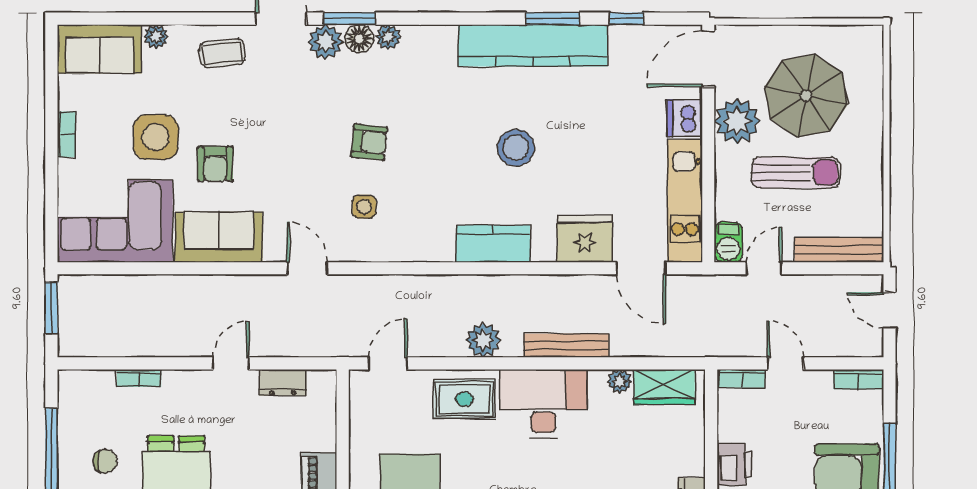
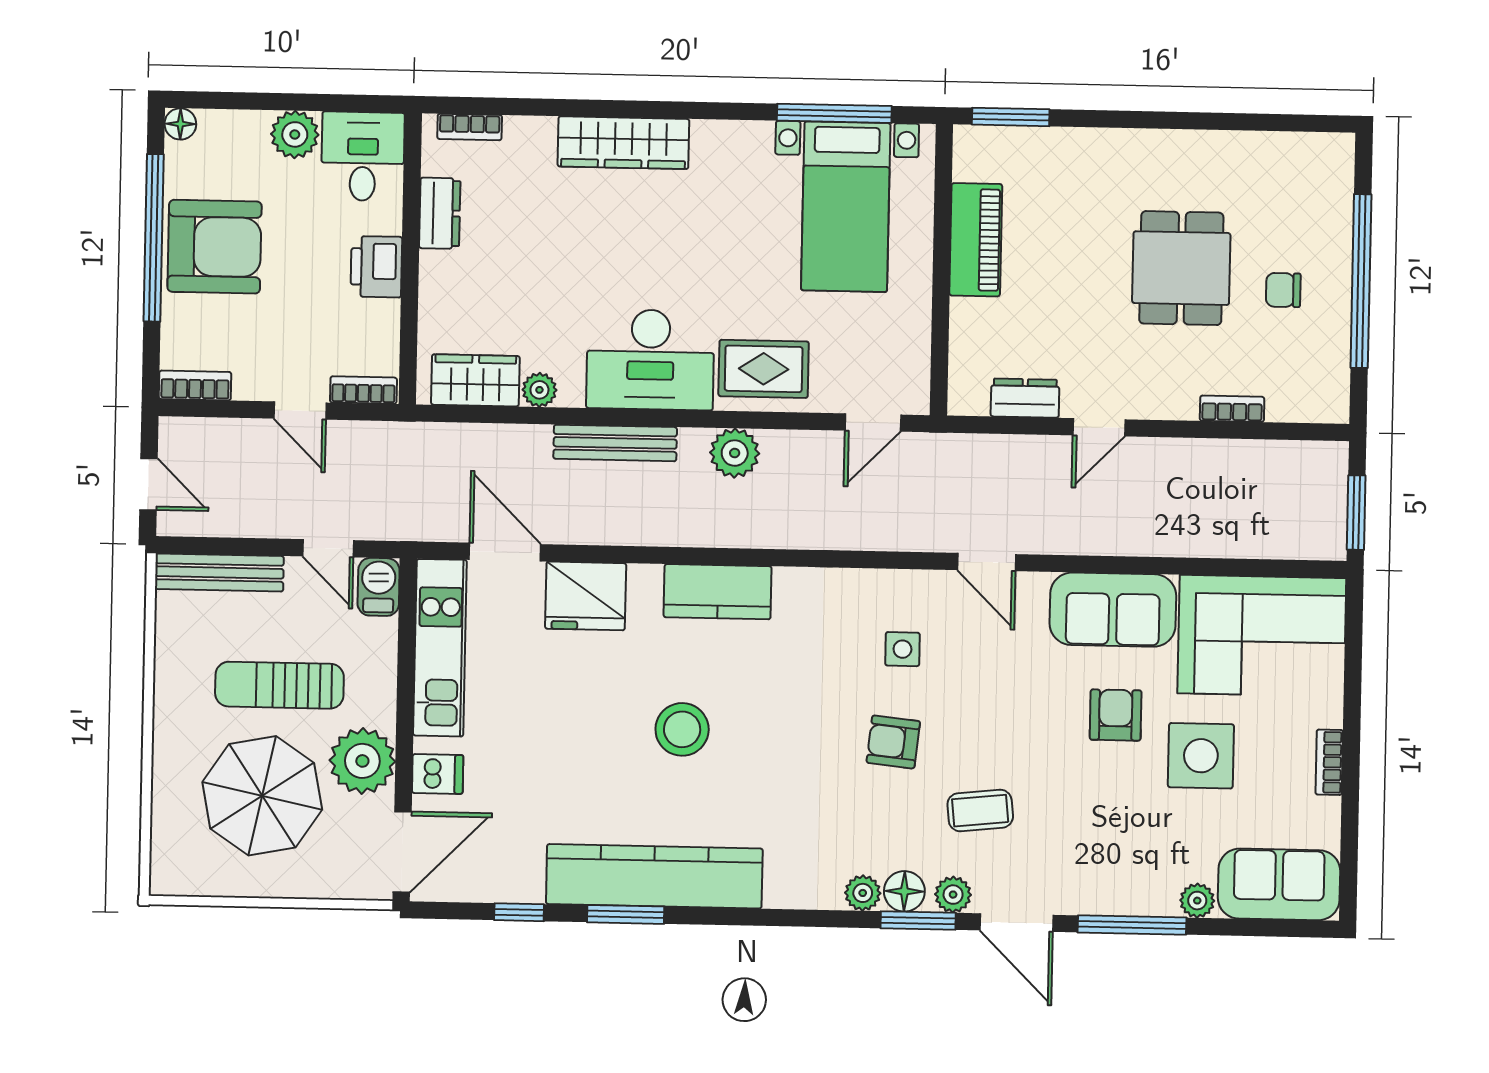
window: (201, 19) -> (1132, 925), added
plant: (325, 42) -> (953, 895), width x0.73, depth x0.73
coffee table: (222, 53) -> (980, 811), moved
dishwasher: (685, 118) -> (438, 774), width x0.73
door: (764, 268) -> (328, 548), hinge flipped

